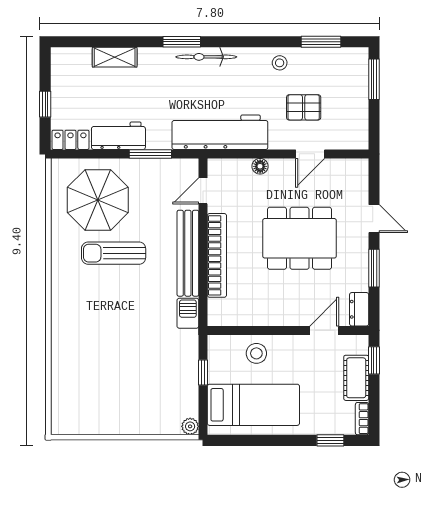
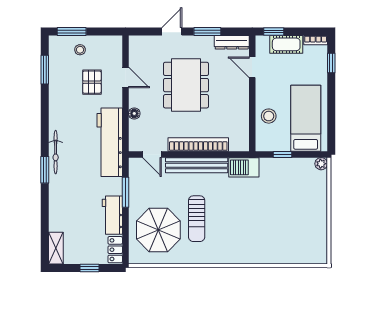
shelving: (115, 57) -> (56, 248), moved
stool: (280, 63) -> (80, 50), moved
dresser: (359, 309) -> (232, 42), width x1.44
barbecue: (188, 313) -> (244, 167), width x1.38, depth x1.27

